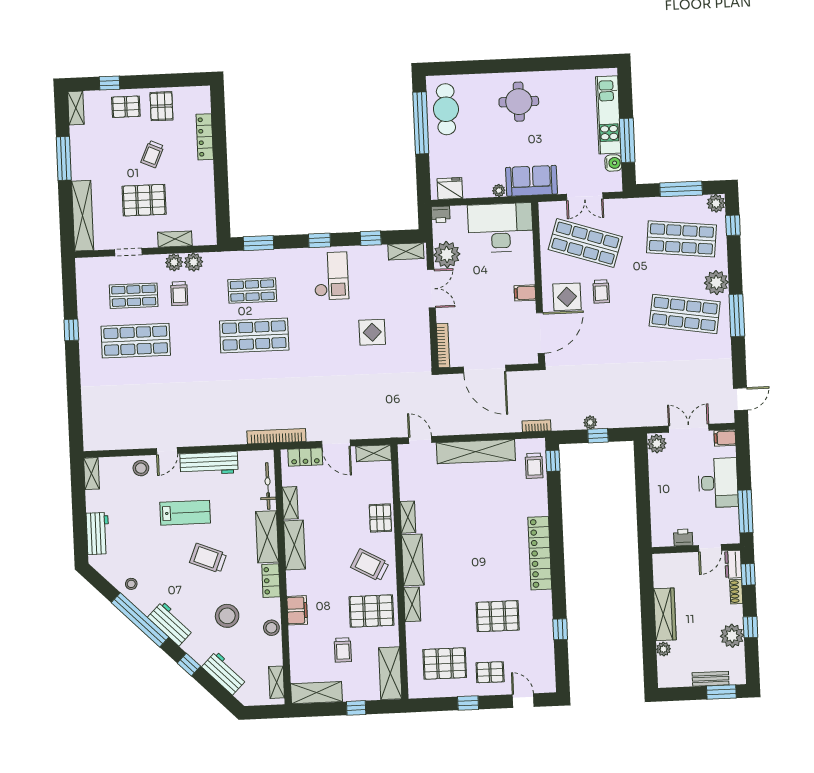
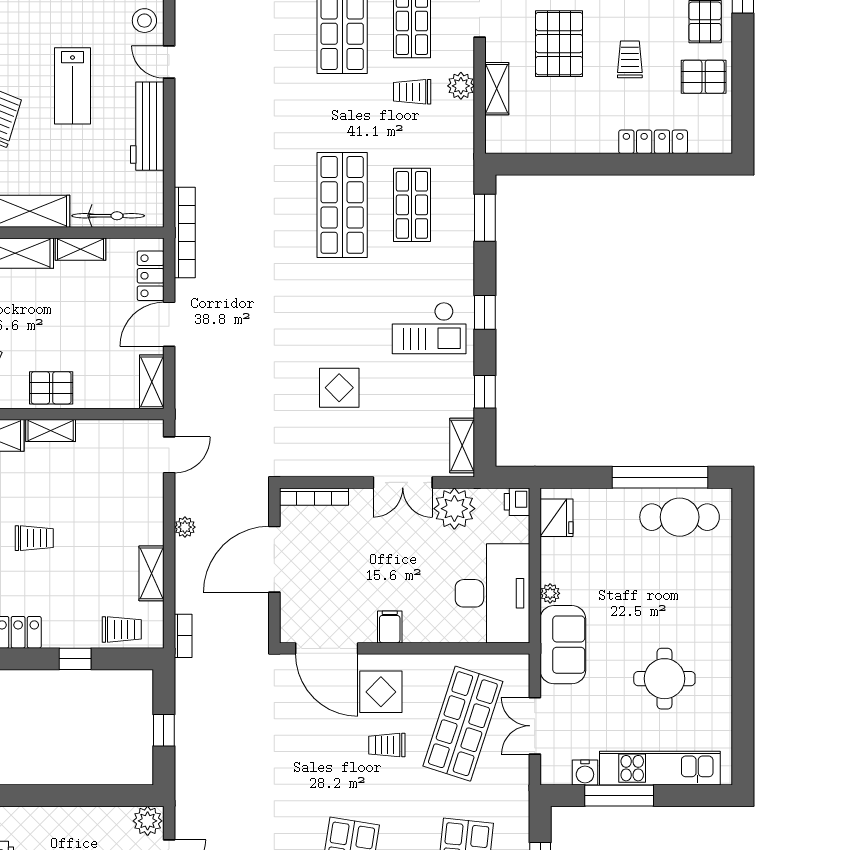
round table: (519, 102) -> (664, 679), moved
trolley: (152, 154) -> (630, 59), turned 66
plant: (194, 262) -> (460, 116), removed
plant: (590, 422) -> (185, 527), moved
shelving: (476, 452) -> (152, 573), width x0.45, depth x0.75
window: (553, 461) -> (75, 659), moved
trolley: (534, 466) -> (122, 629), turned 180
trolley: (478, 525) -> (34, 538), added

